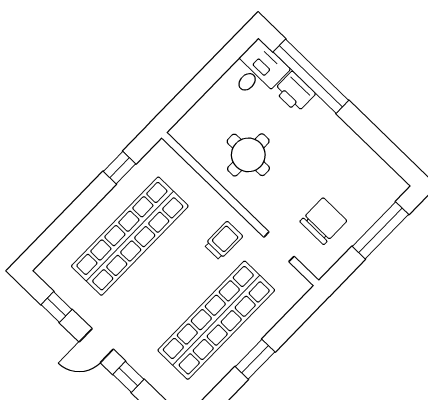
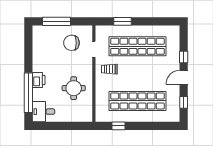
printer: (294, 92) -> (39, 80), moved
door: (96, 346) -> (184, 77), swing flipped
window: (255, 359) -> (123, 21), moved

